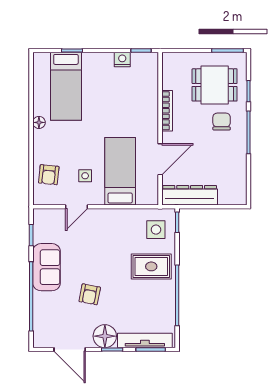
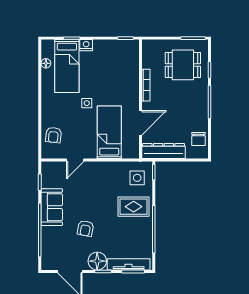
nightstand: (122, 60) -> (86, 45), moved
floor lamp: (39, 122) -> (46, 63), moved
chair: (222, 122) -> (199, 139), moved, turned 180
side table: (85, 176) -> (87, 103), moved

